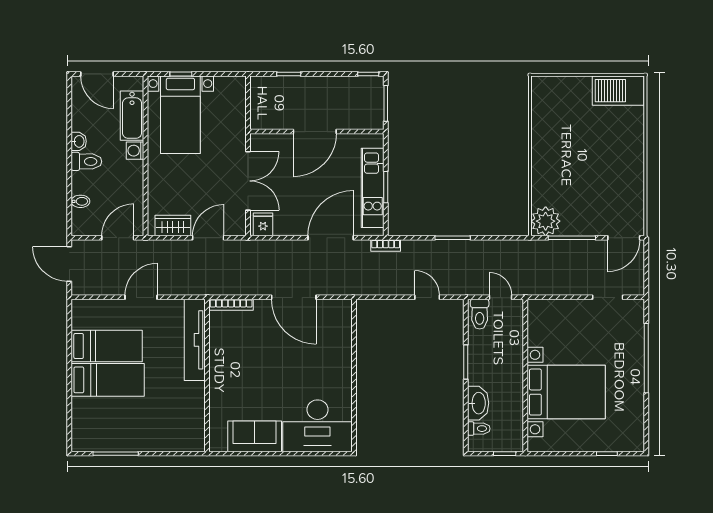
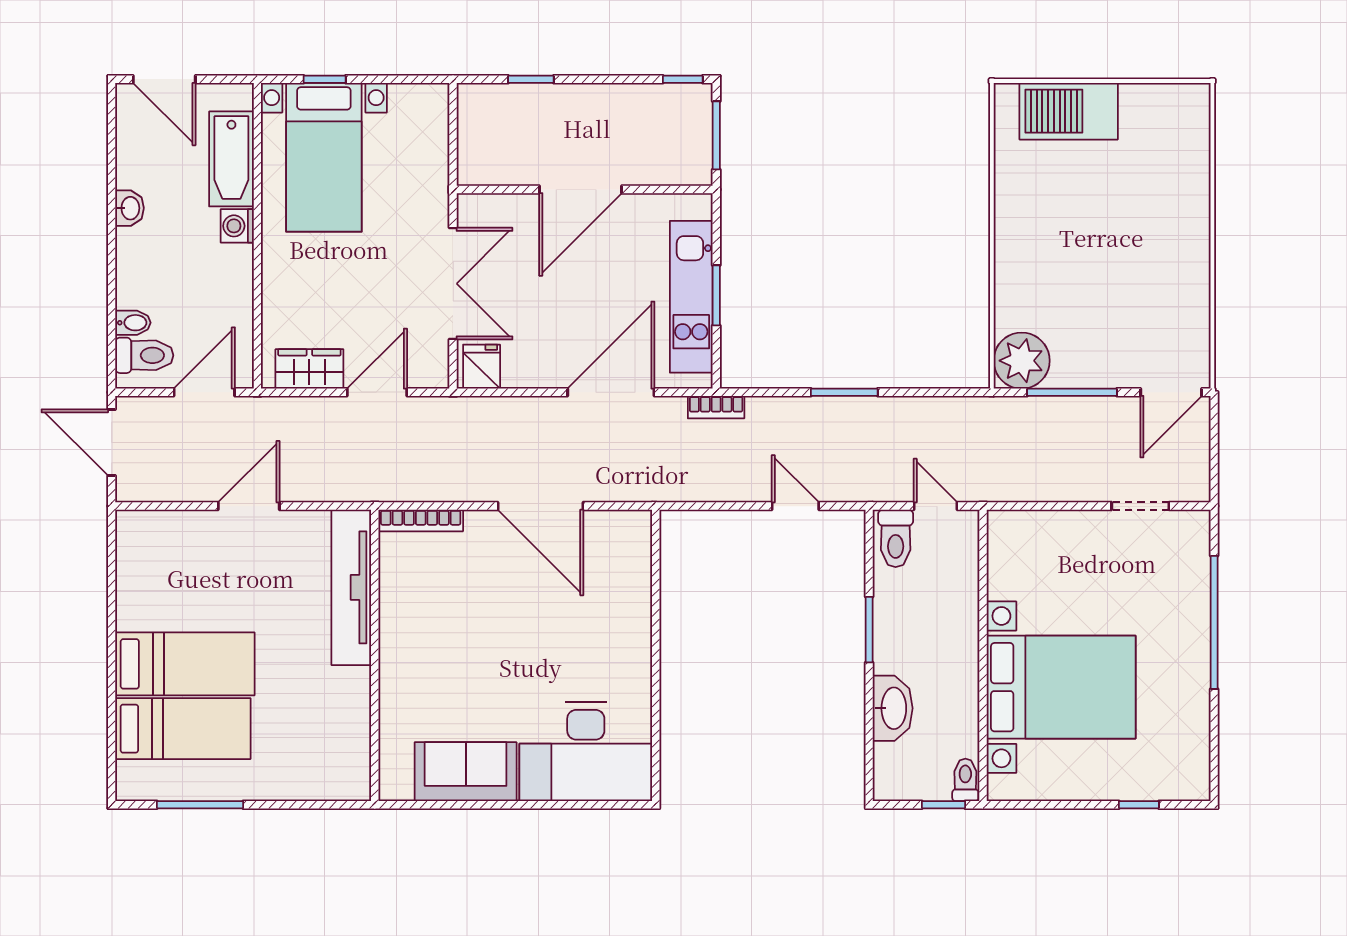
barbecue: (618, 91) -> (1069, 111), moved
toilet: (86, 161) -> (144, 355), moved
bed: (107, 346) -> (183, 729), moved
toilet: (479, 429) -> (965, 780), moved, turned -90

